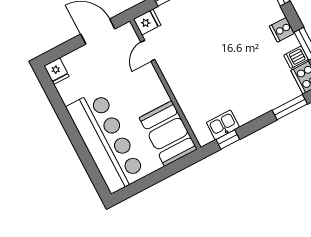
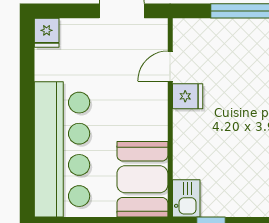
fridge: (147, 22) -> (188, 96), moved
kitchen sink: (223, 125) -> (186, 198), moved, turned 90

